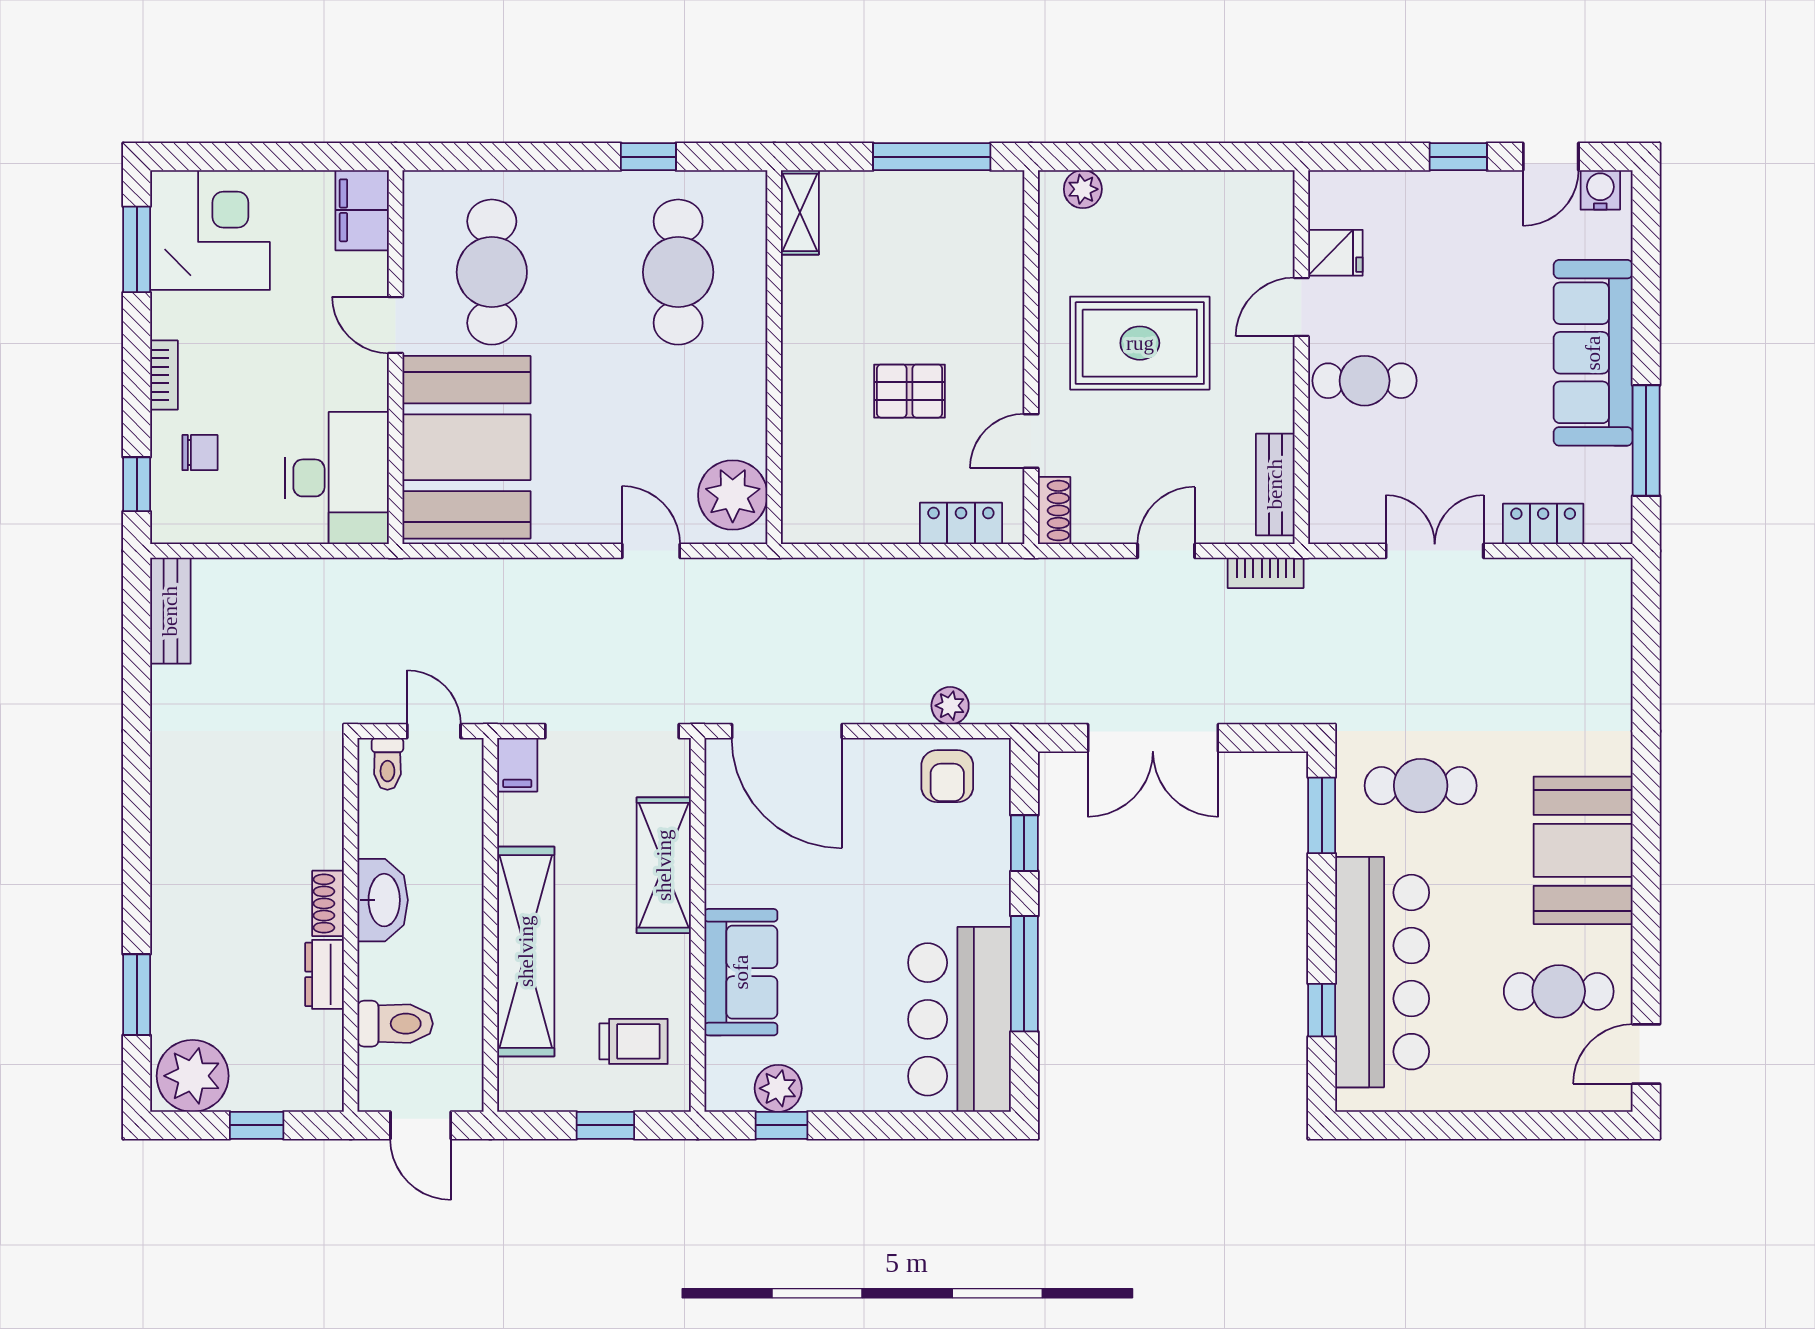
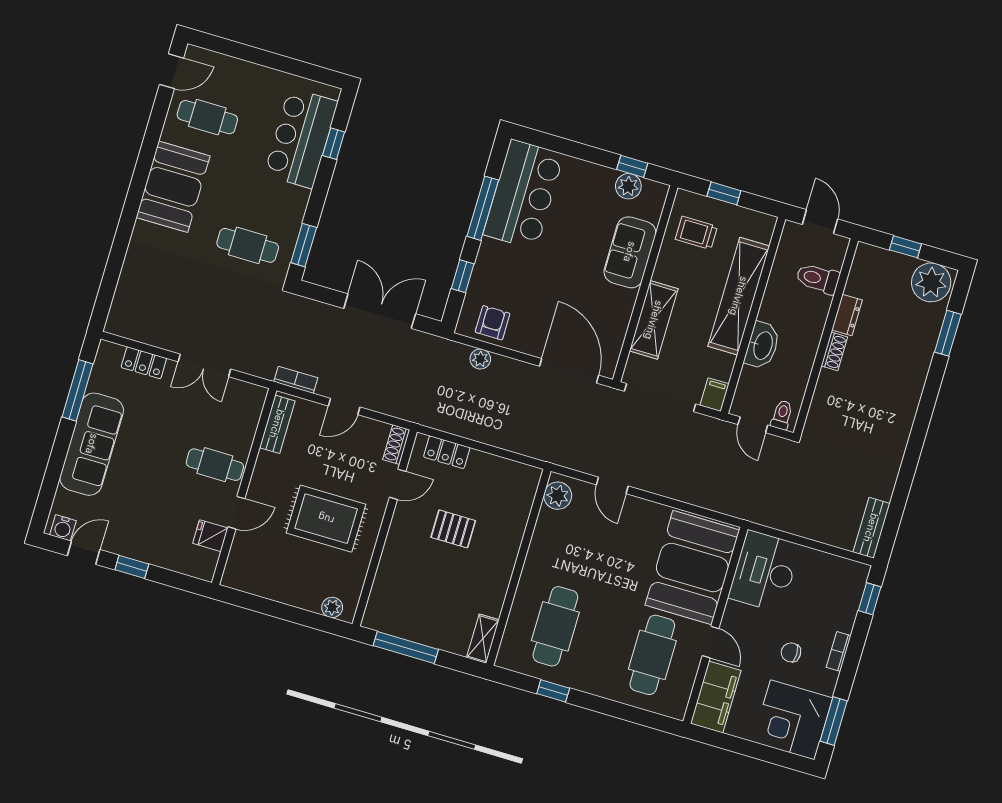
filing cabinet: (362, 210) -> (716, 697), width x1.50, depth x1.17
chair: (200, 453) -> (791, 652), moved
plant: (733, 495) -> (558, 496), width x0.73, depth x0.73
washbasin: (383, 900) -> (762, 345), moved, turned 180
bar counter: (1382, 972) -> (301, 138), width x0.73

